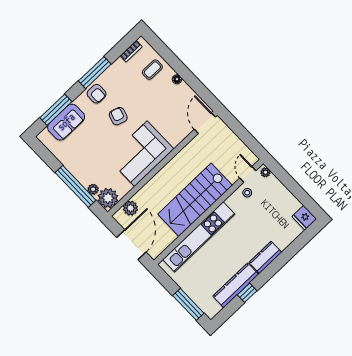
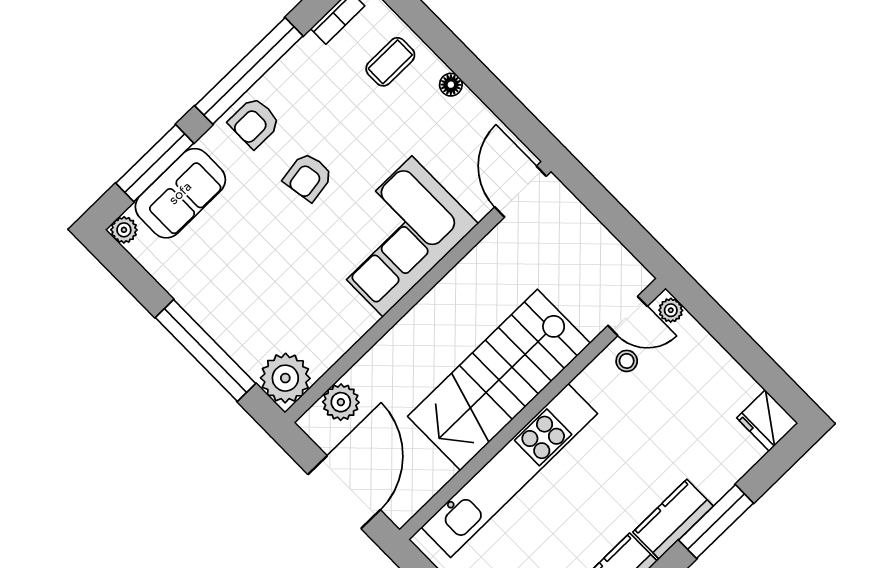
window: (95, 73) -> (249, 71), width x1.46
armchair: (97, 94) -> (254, 123), turned 90
armchair: (118, 116) -> (308, 177), turned -116
corner sofa: (141, 154) -> (397, 236), moved
door: (248, 174) -> (628, 316), swing flipped
plant: (93, 189) -> (124, 230), moved
window: (283, 259) -> (716, 522), added

